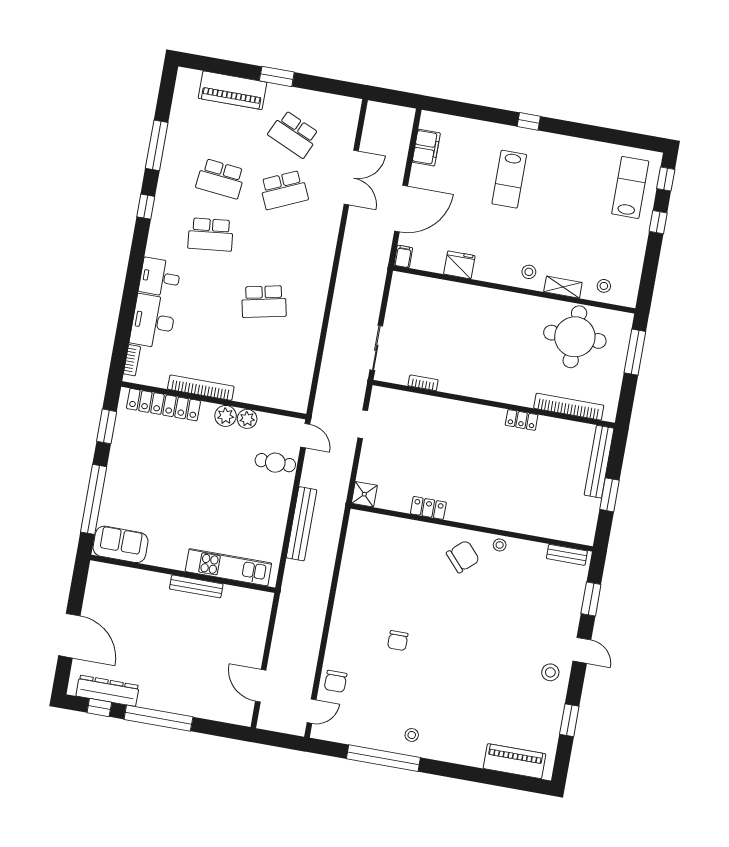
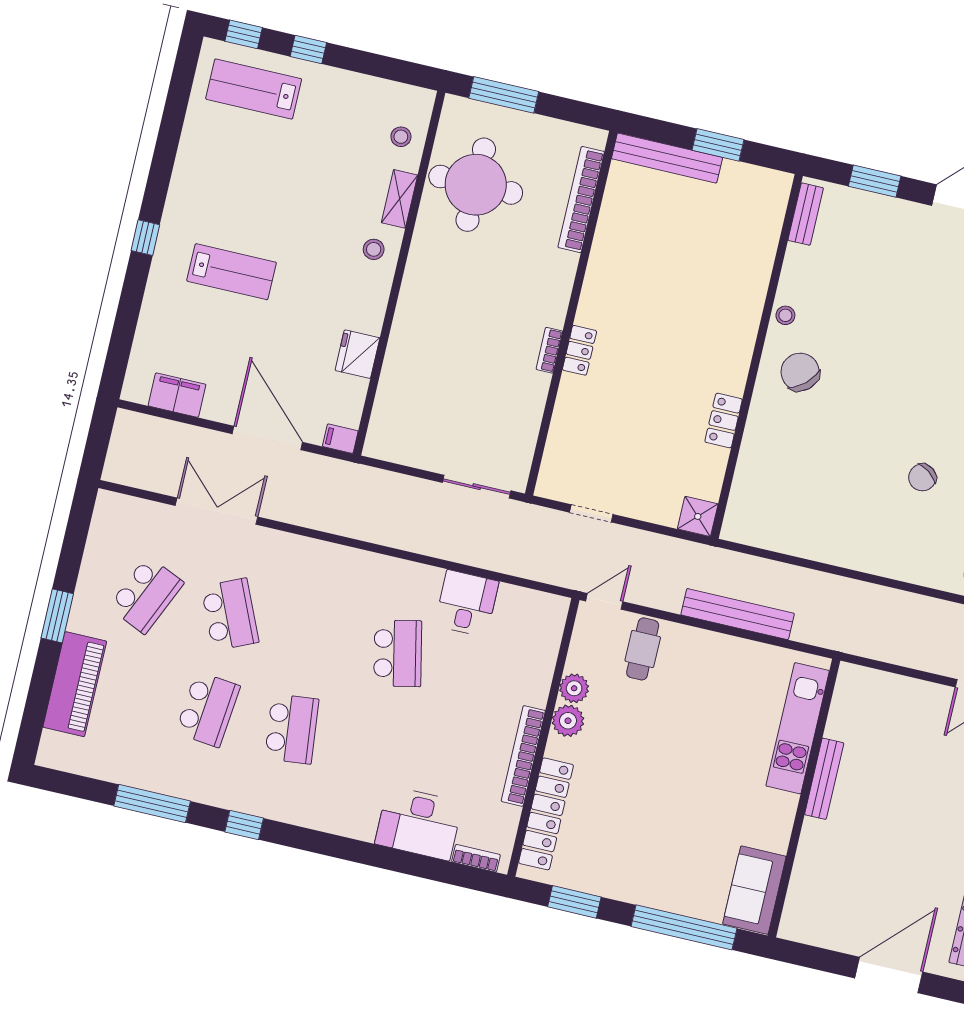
desk: (160, 277) -> (467, 603), moved, turned 180
bookcase: (423, 383) -> (549, 350), moved
locker: (522, 420) -> (579, 350), moved
chair: (398, 641) -> (922, 477), turned 126

